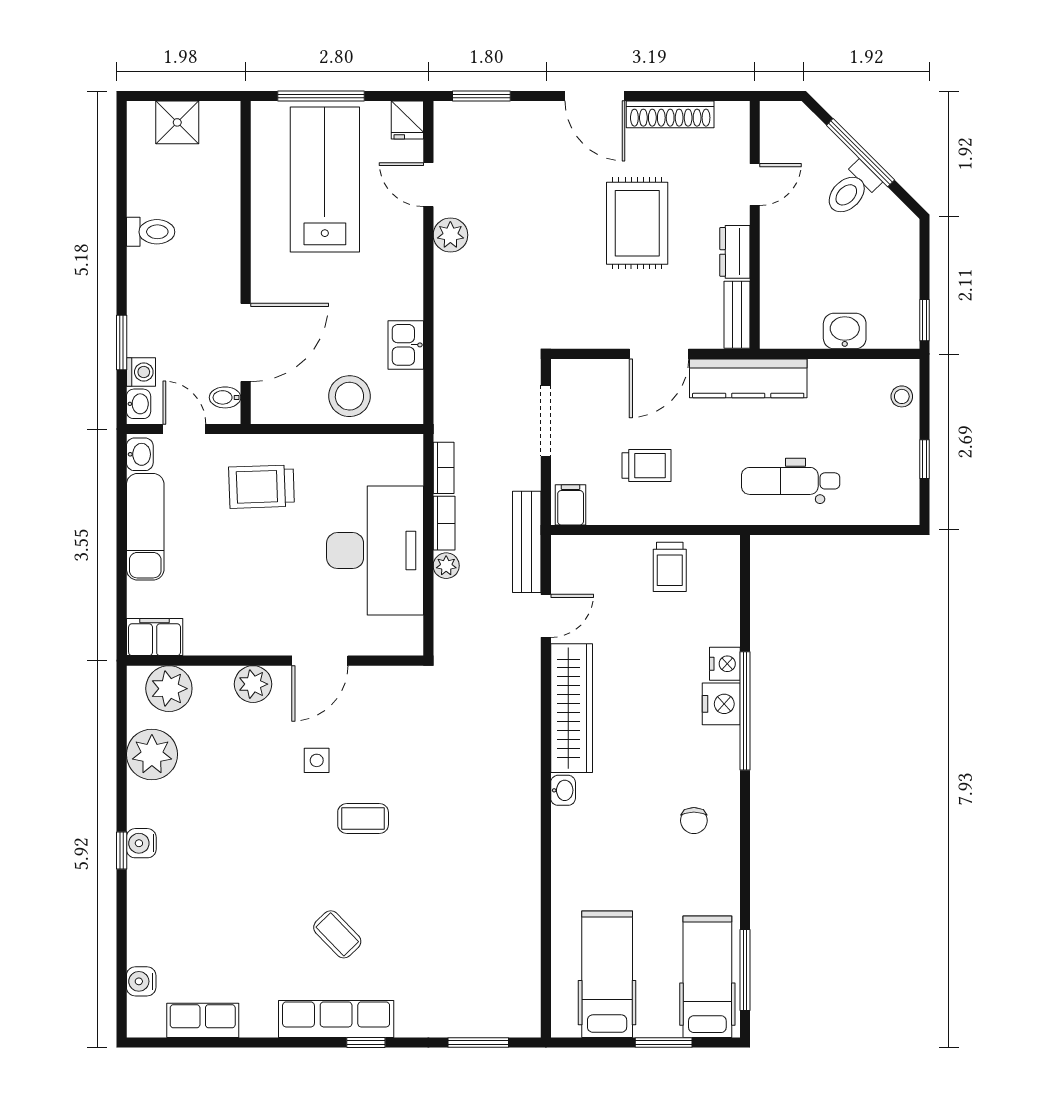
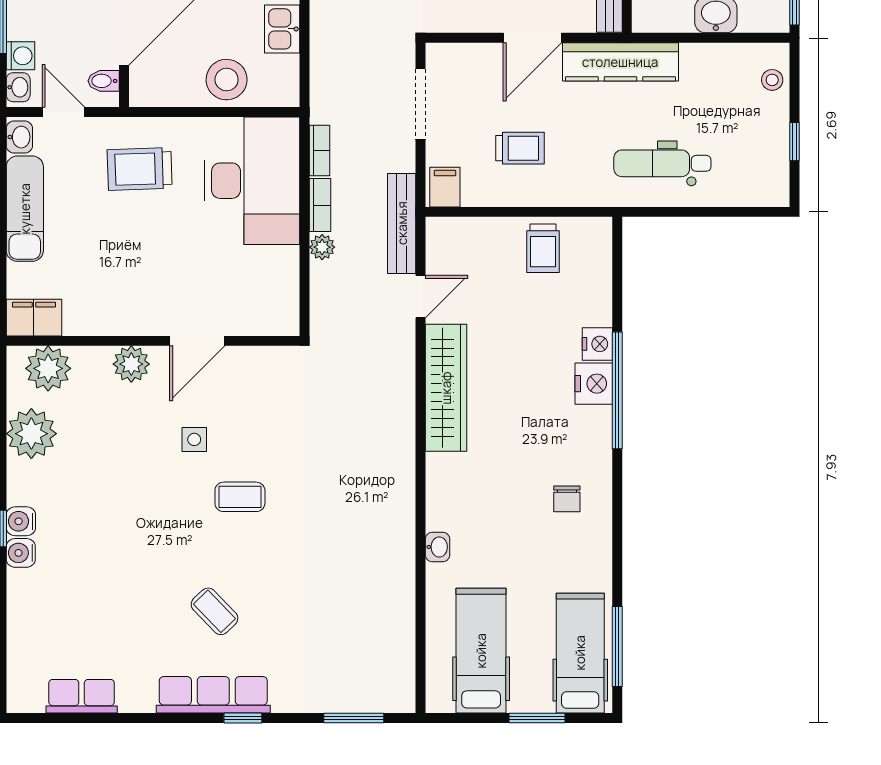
desk: (375, 551) -> (252, 181), moved
washbasin: (563, 790) -> (438, 547), moved
water cooler: (141, 981) -> (21, 553), moved

